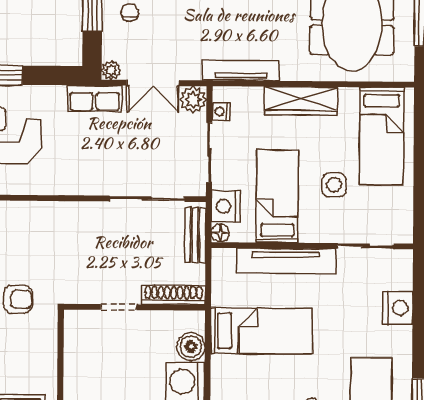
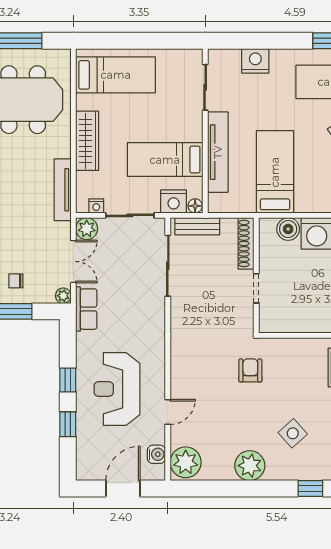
side table: (334, 185) -> (155, 113), removed

